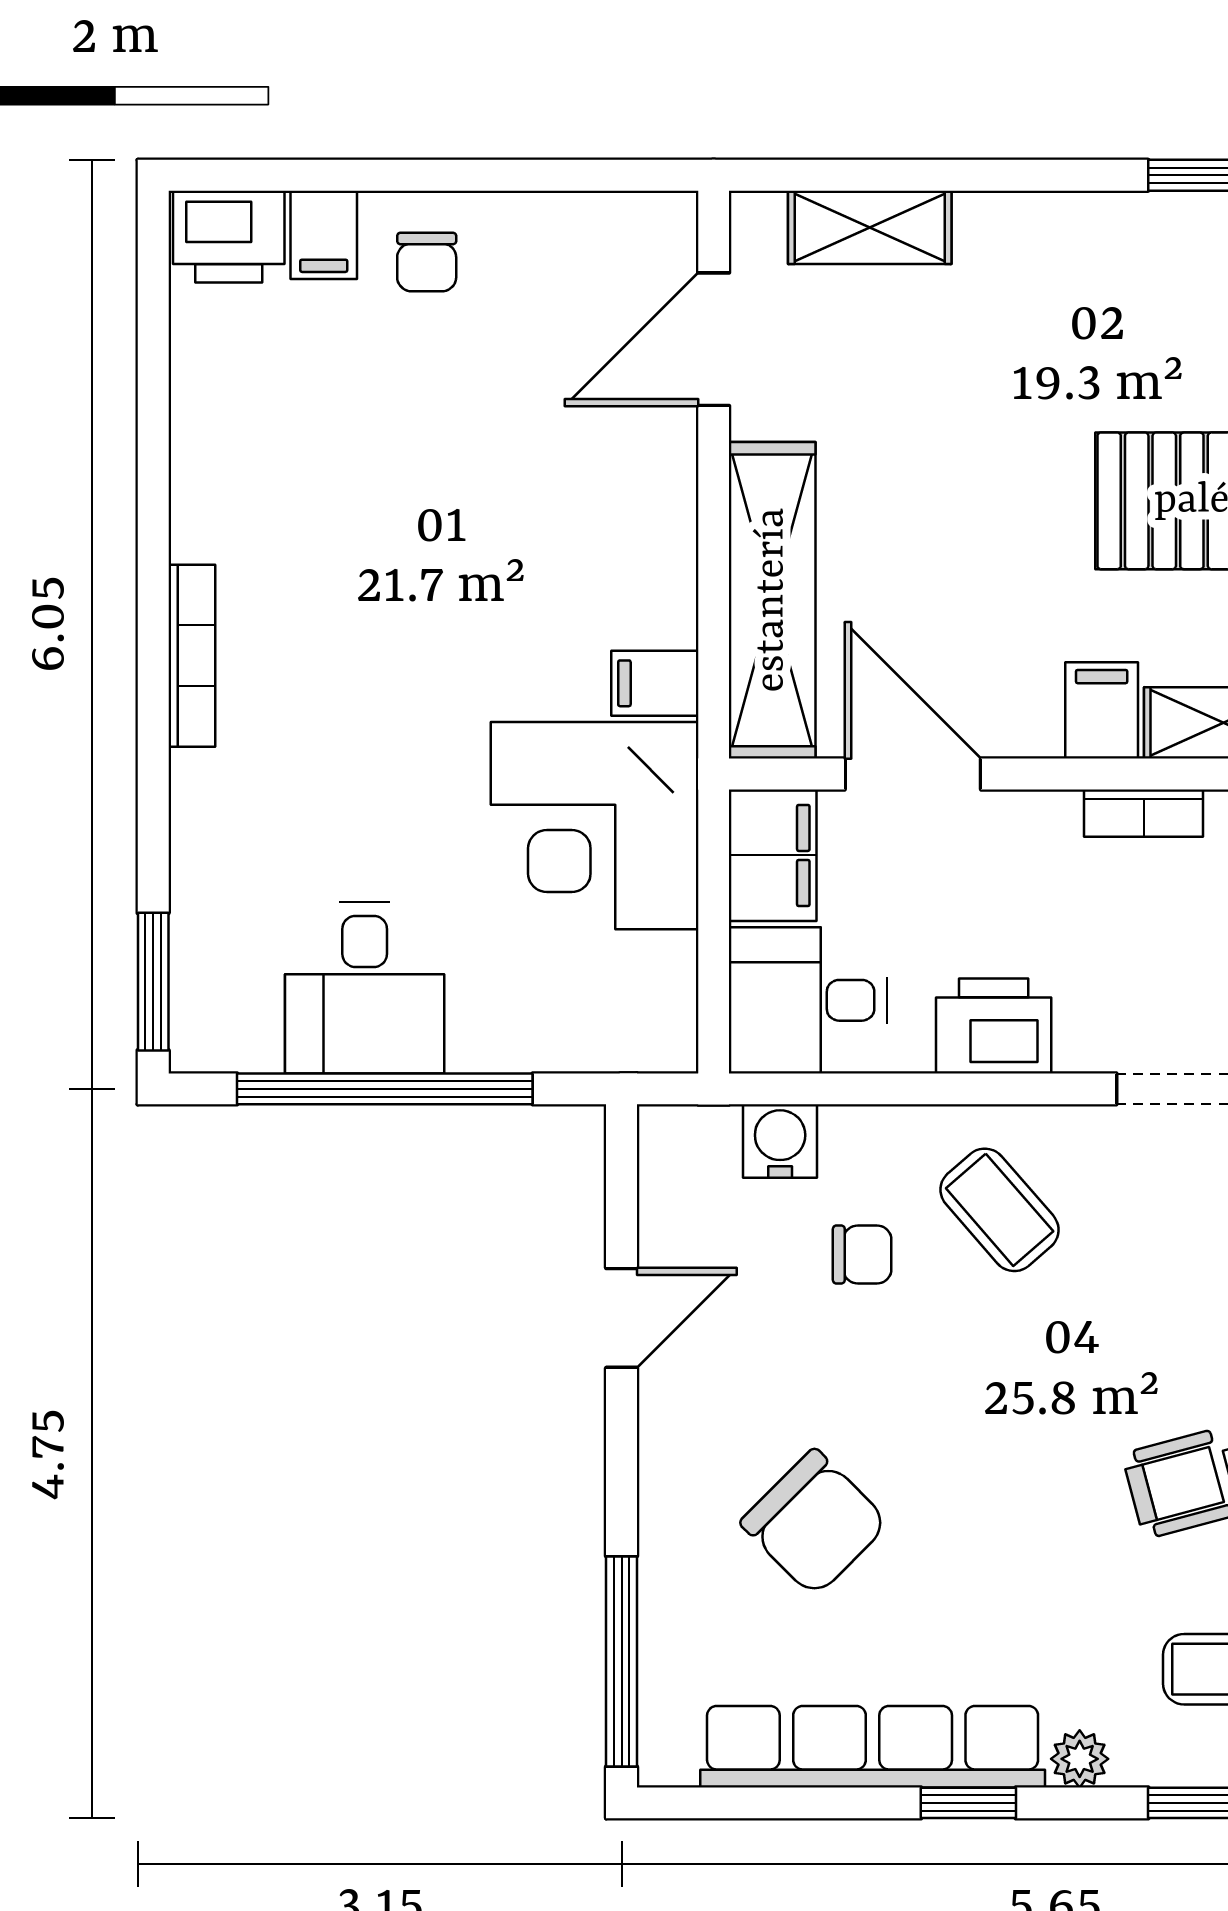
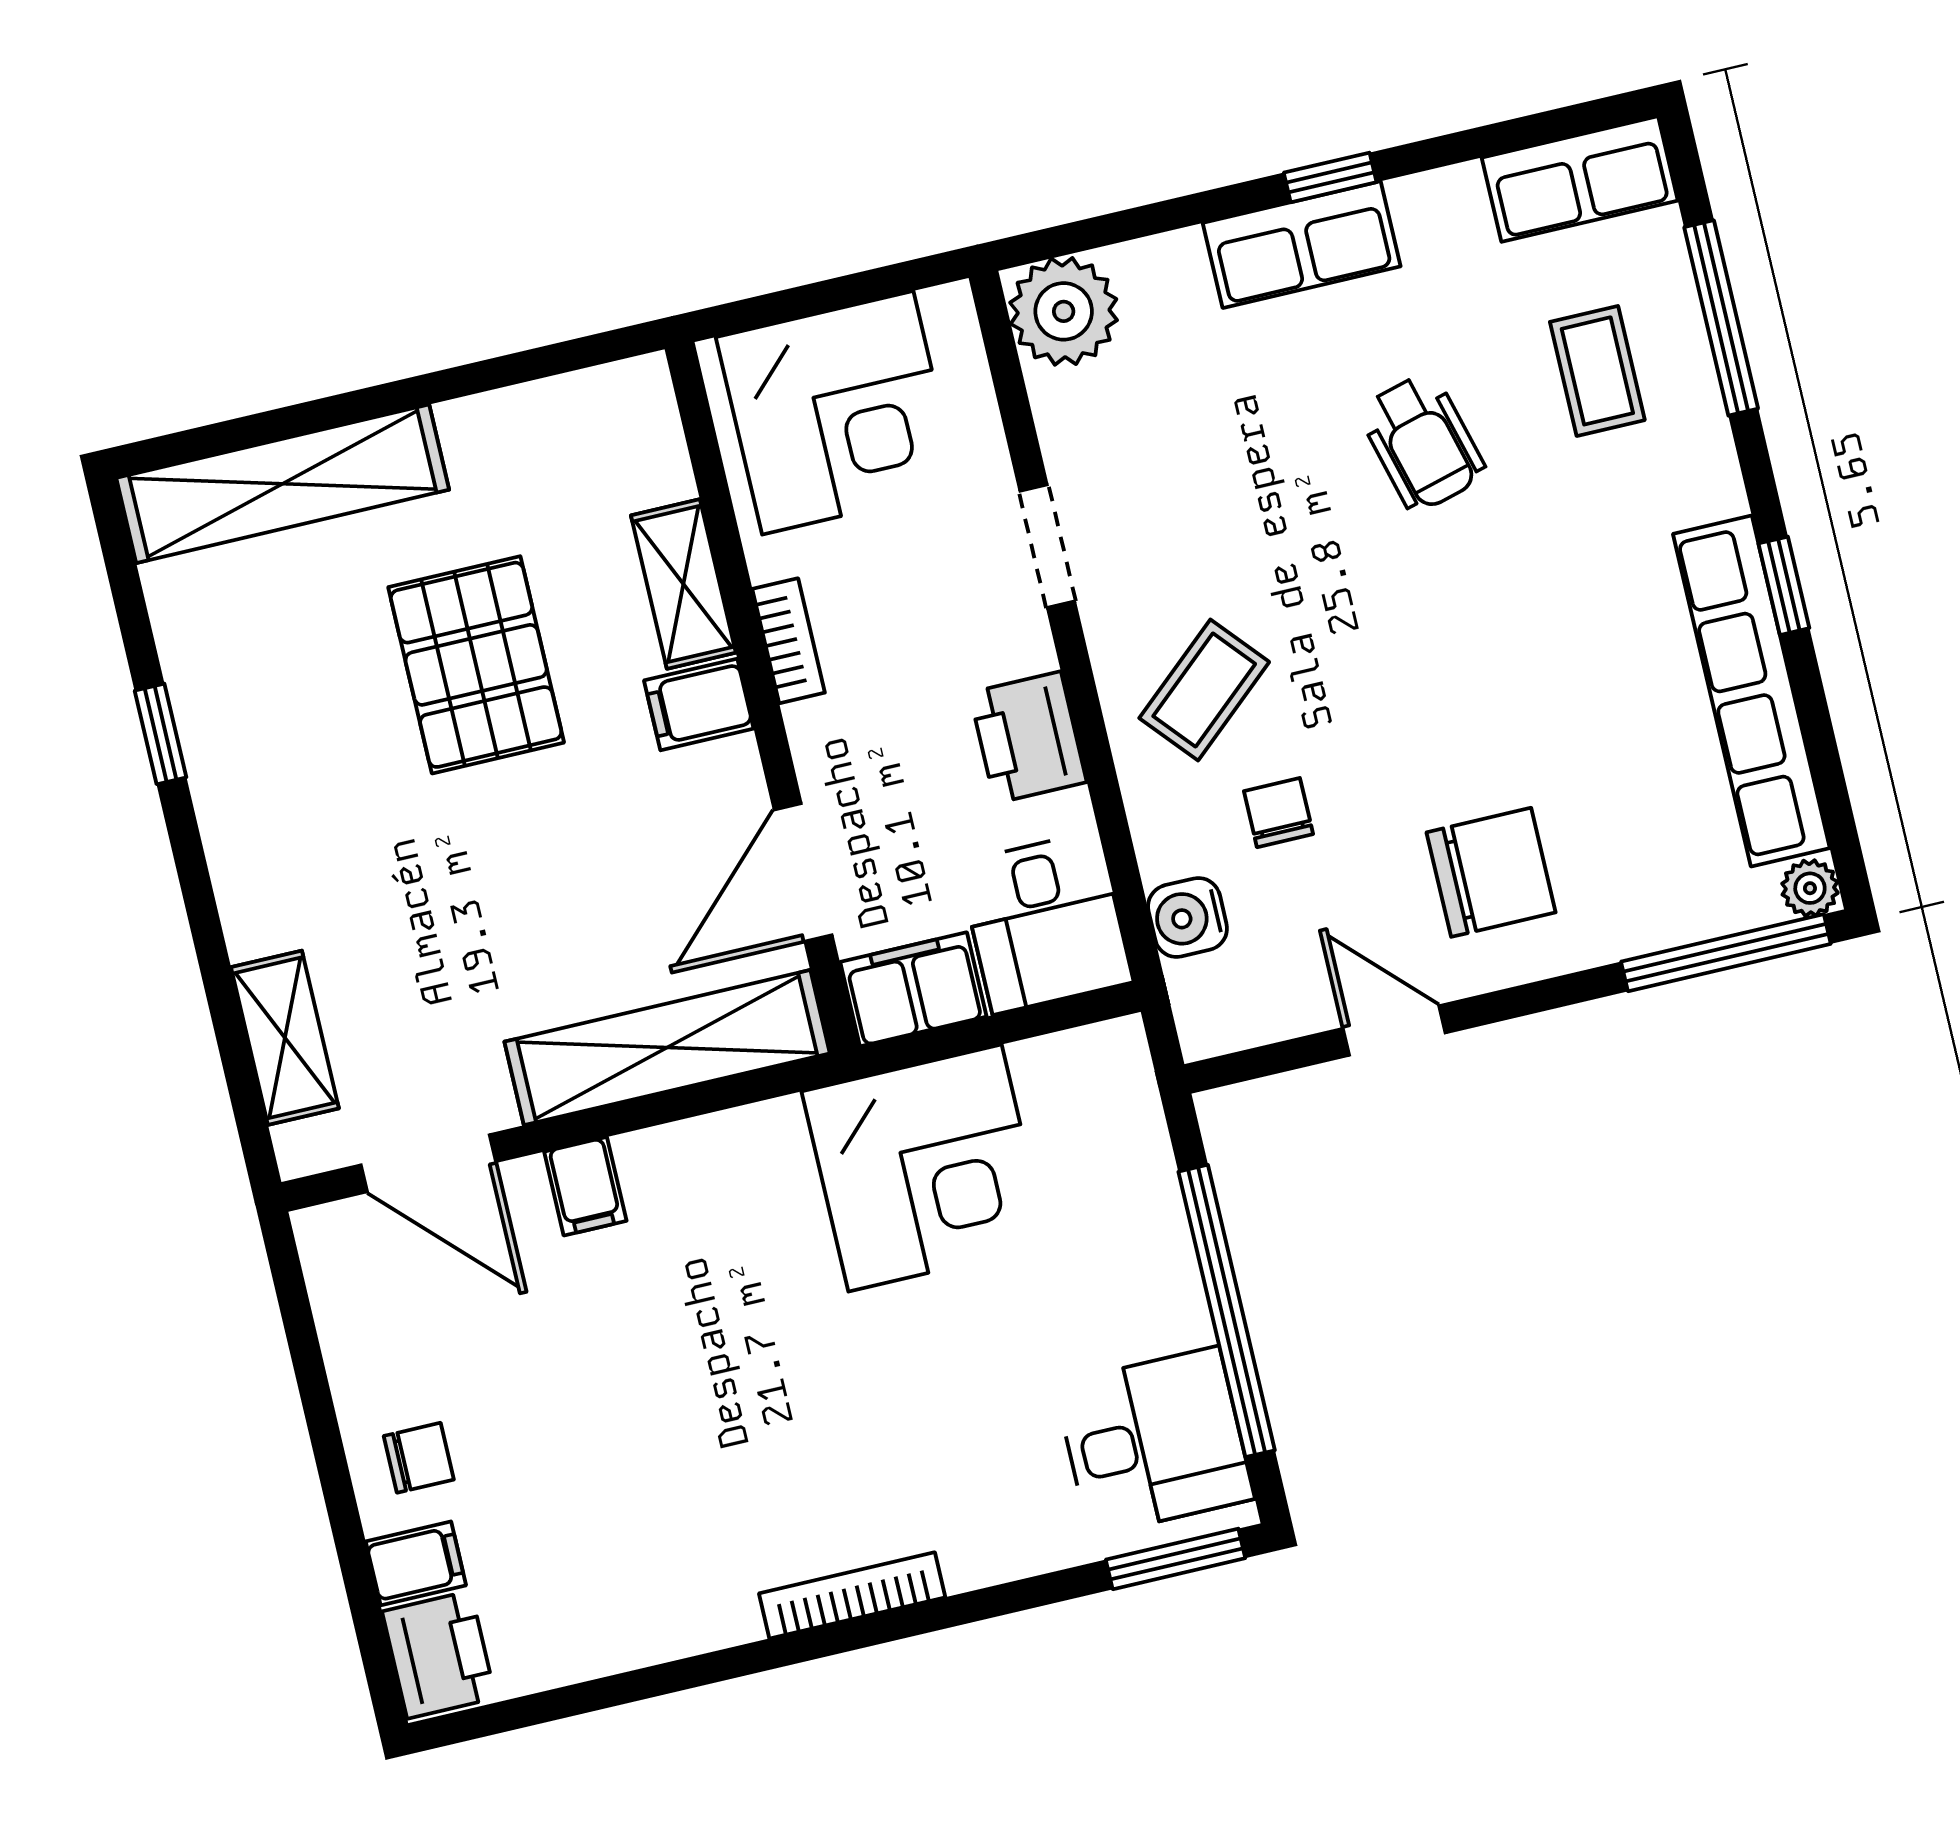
filing cabinet: (655, 683) -> (585, 1186), moved
desk: (365, 988) -> (1154, 1442), moved
chair: (814, 1523) -> (1491, 872), moved, turned 45
plant: (1080, 1759) -> (1810, 888), moved

